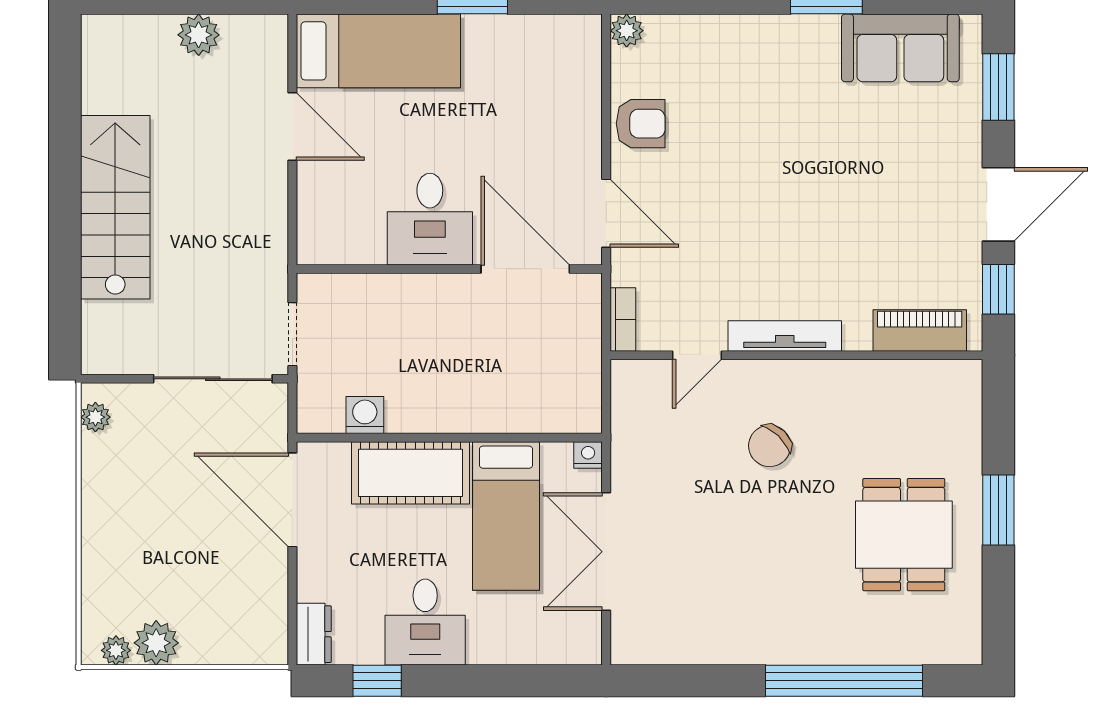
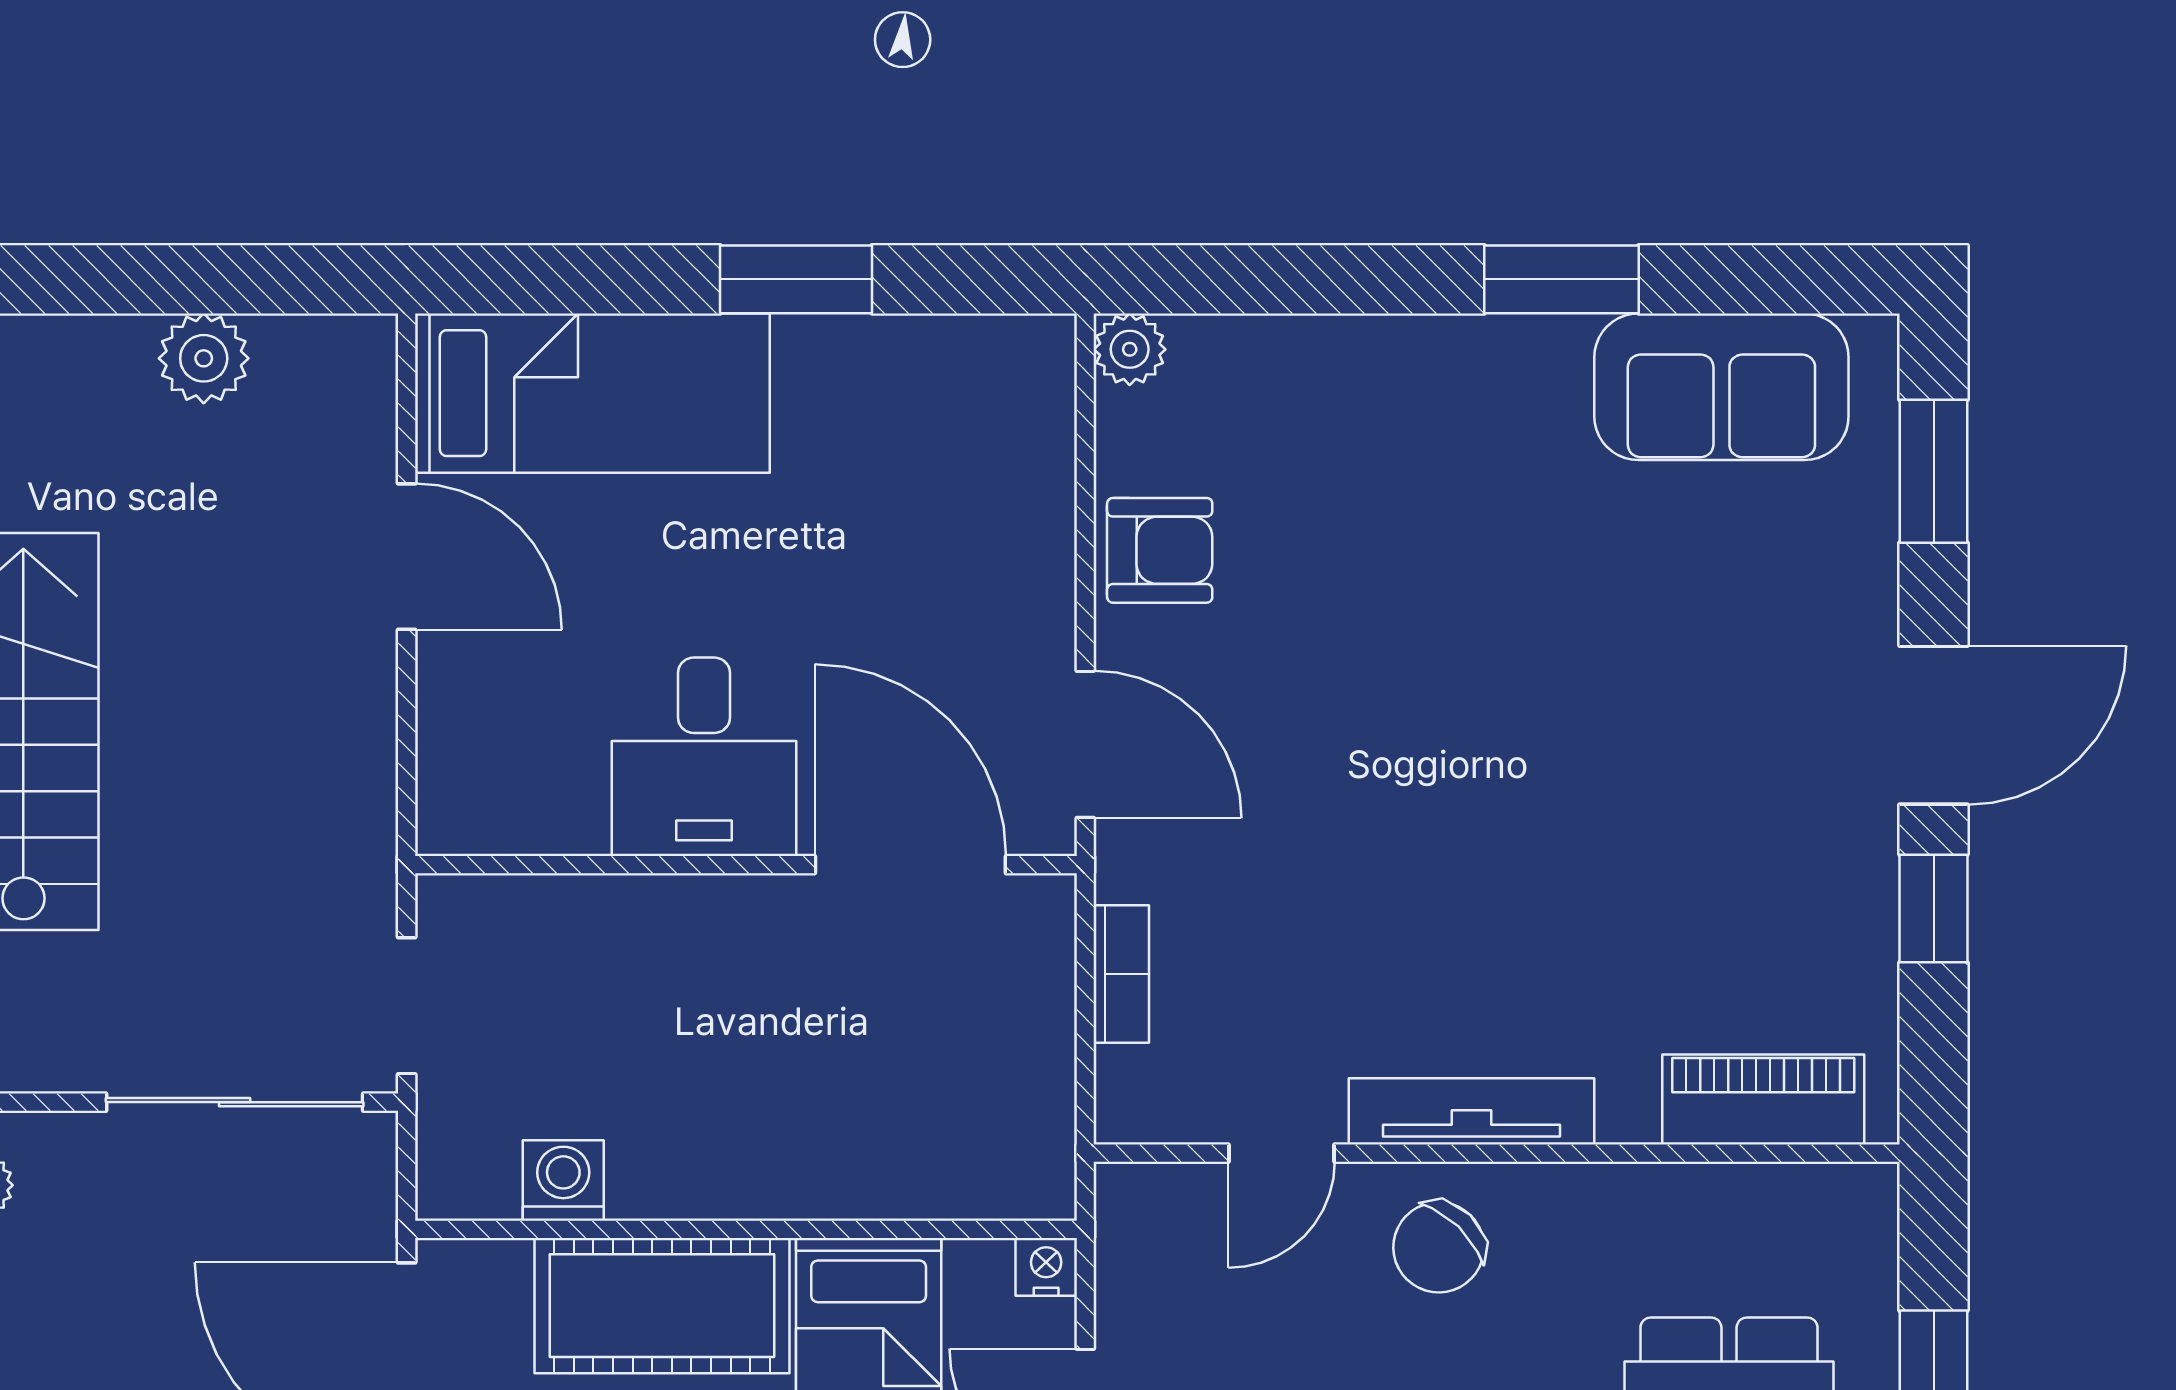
piano: (920, 330) -> (1763, 1099), moved
tv unit: (785, 336) -> (1472, 1111), moved
door: (697, 355) -> (1281, 1153), moved
wall: (796, 355) -> (1497, 1153), moved

